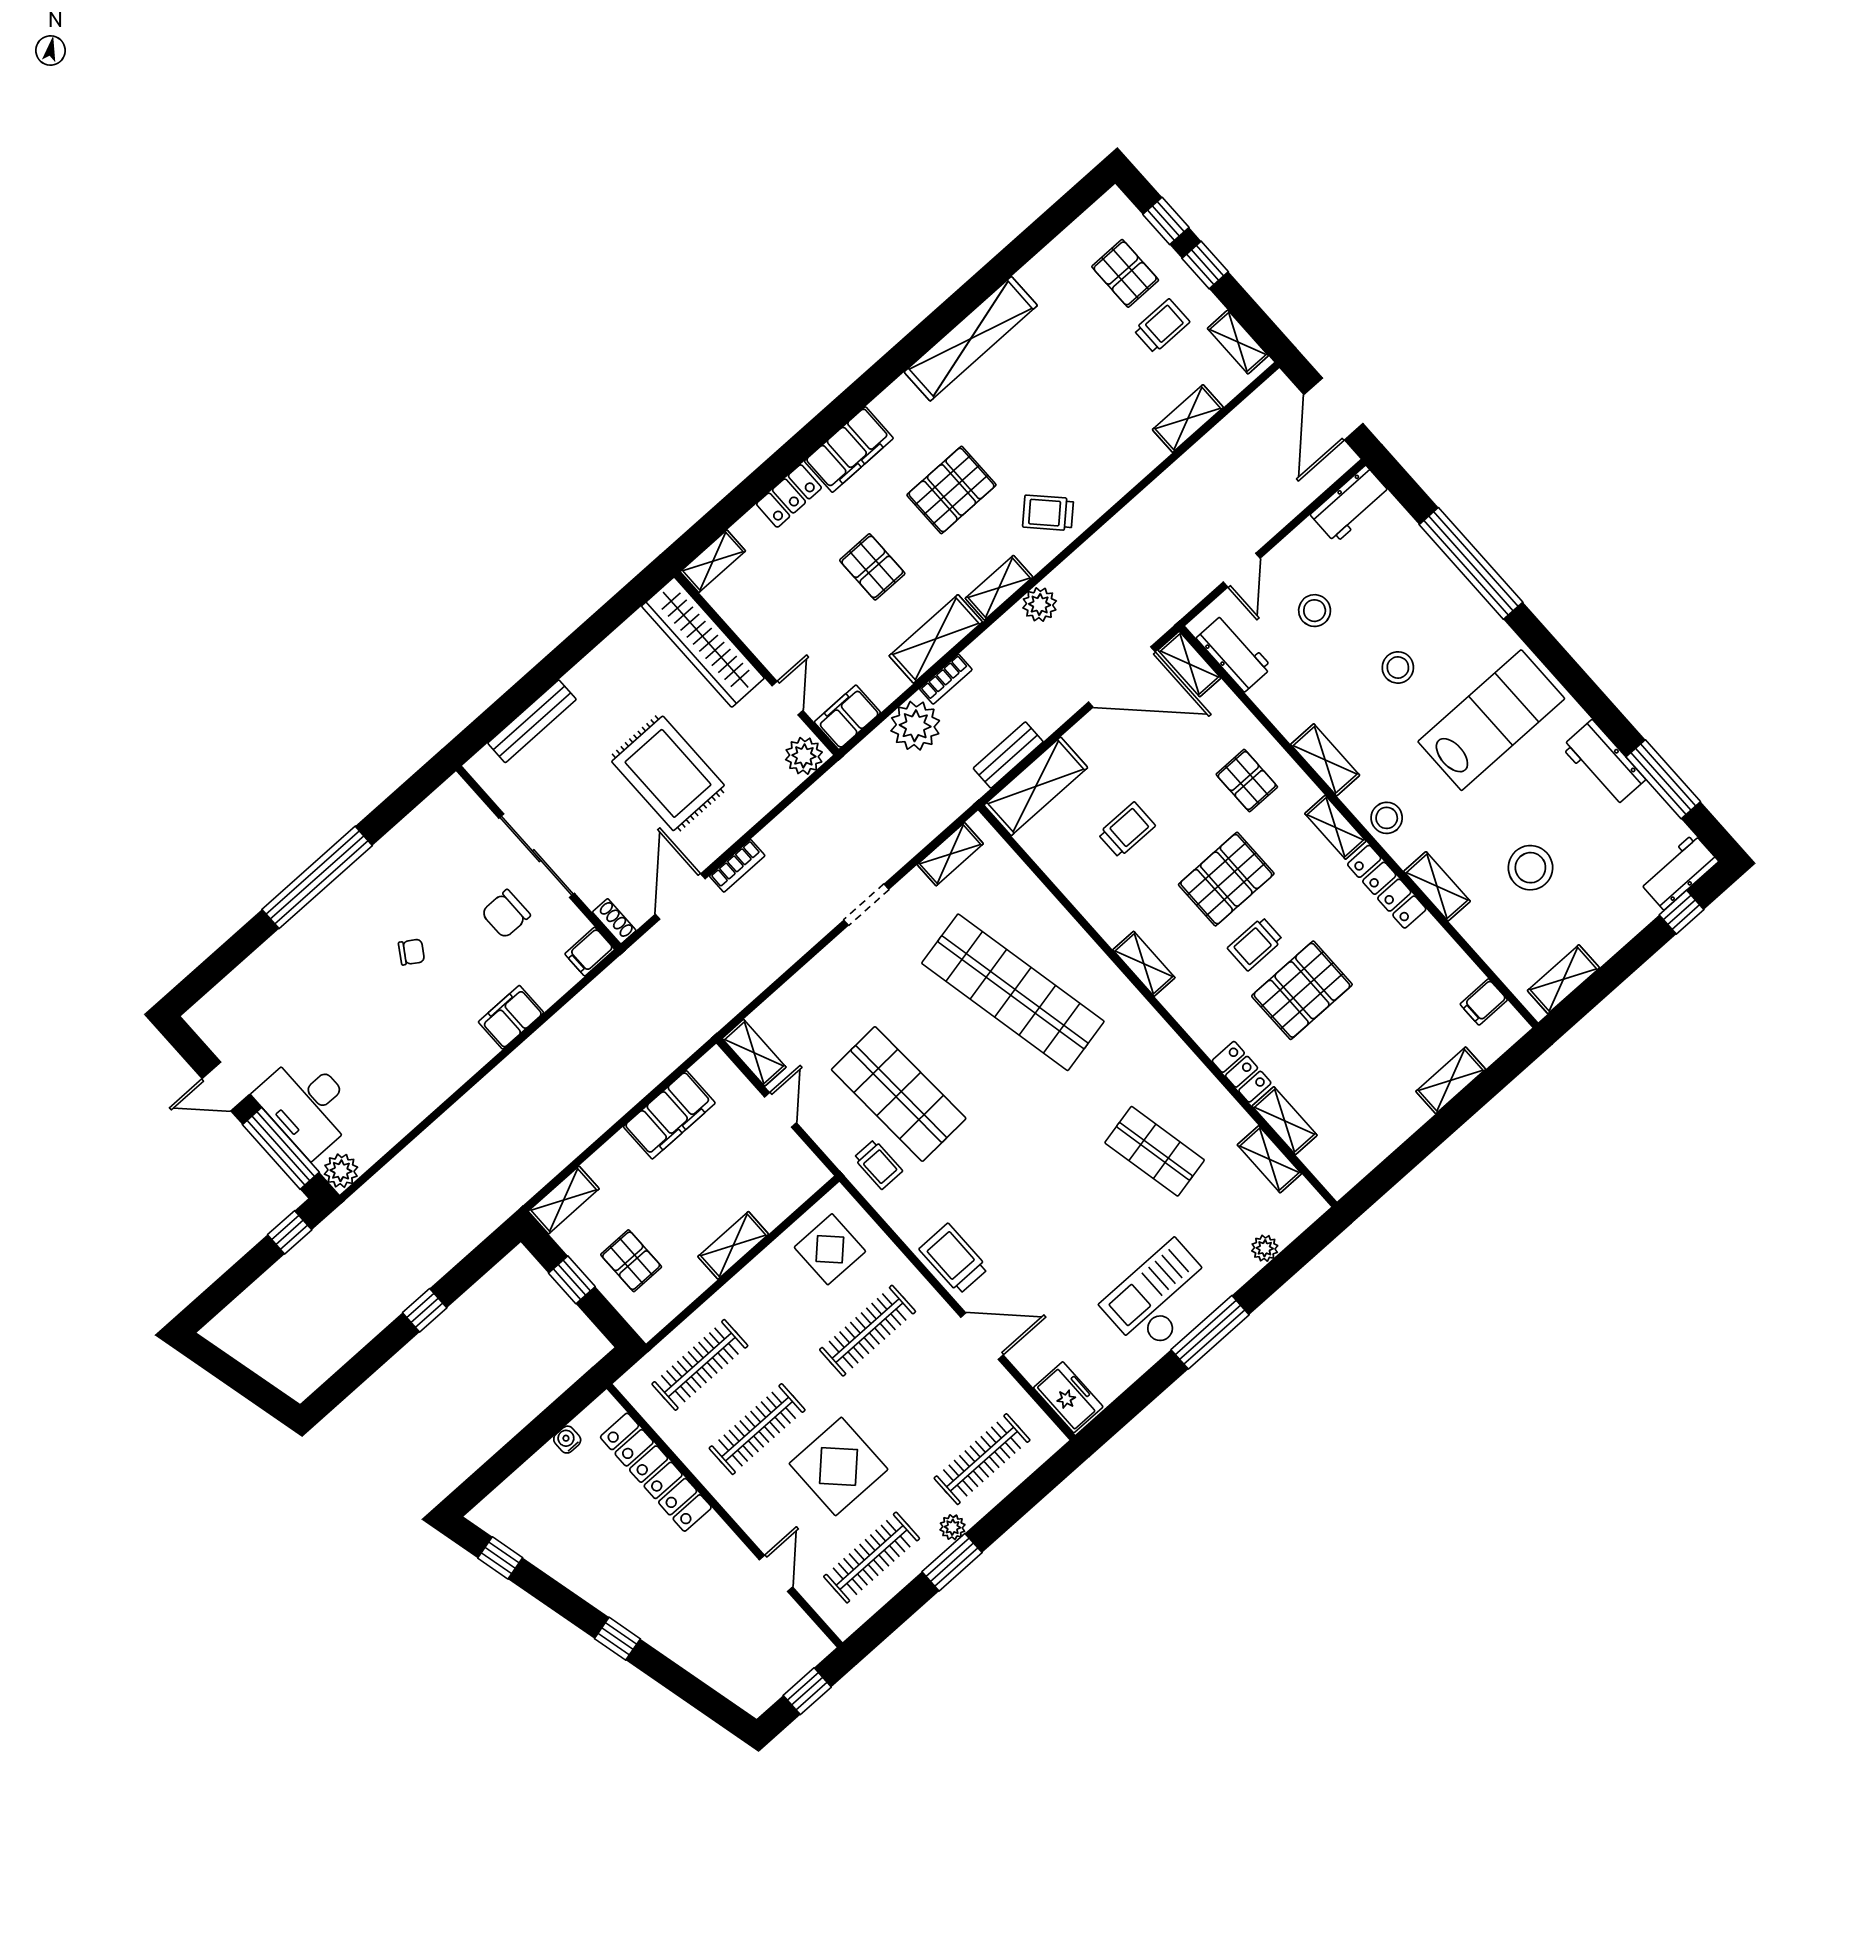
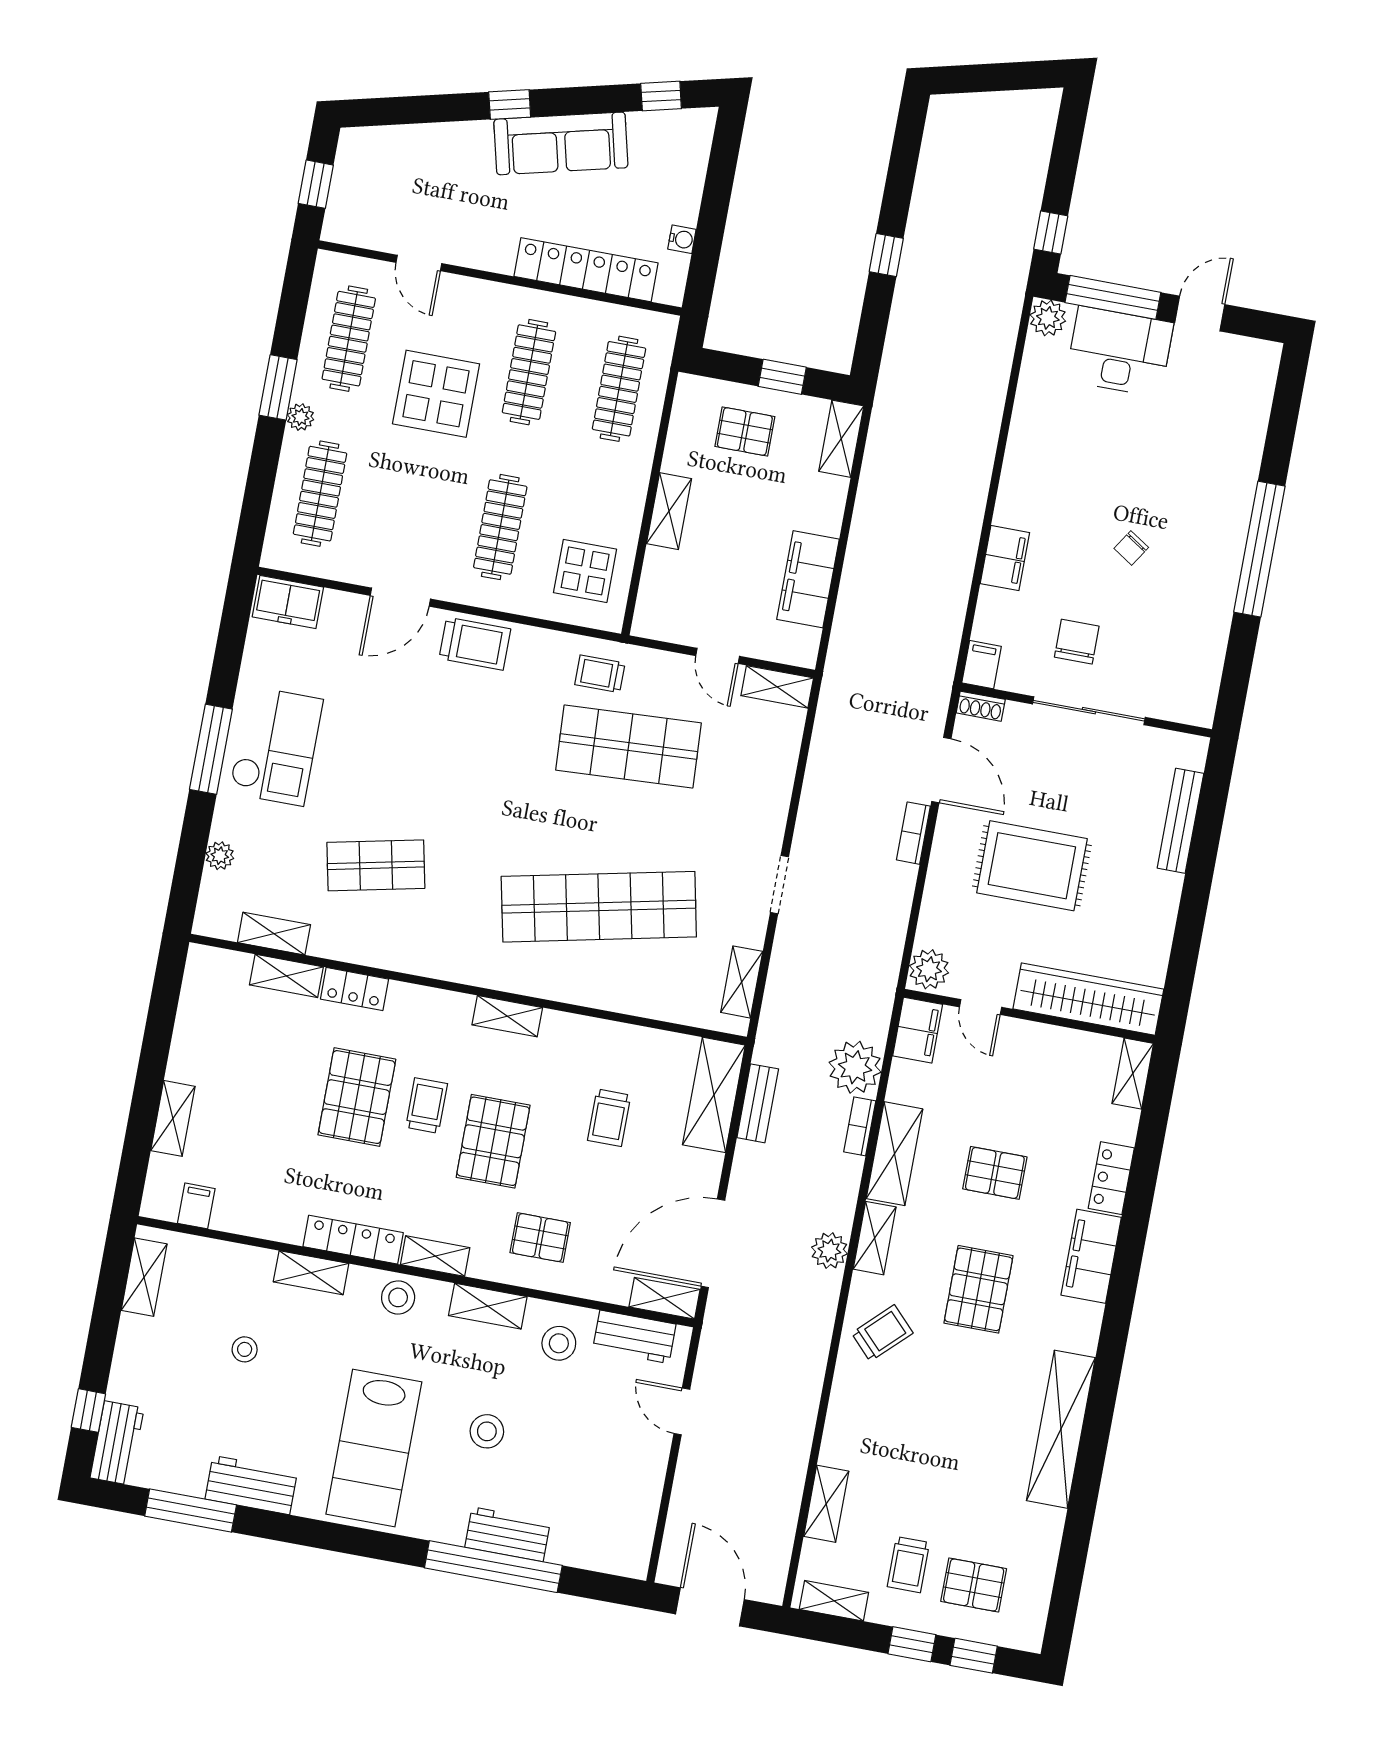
workbench: (1351, 504) -> (508, 1534), moved, turned 90
stool: (1315, 611) -> (559, 1343), moved
stool: (1530, 868) -> (245, 1349), width x0.53, depth x0.53
sofa: (602, 1580) -> (561, 143), added

